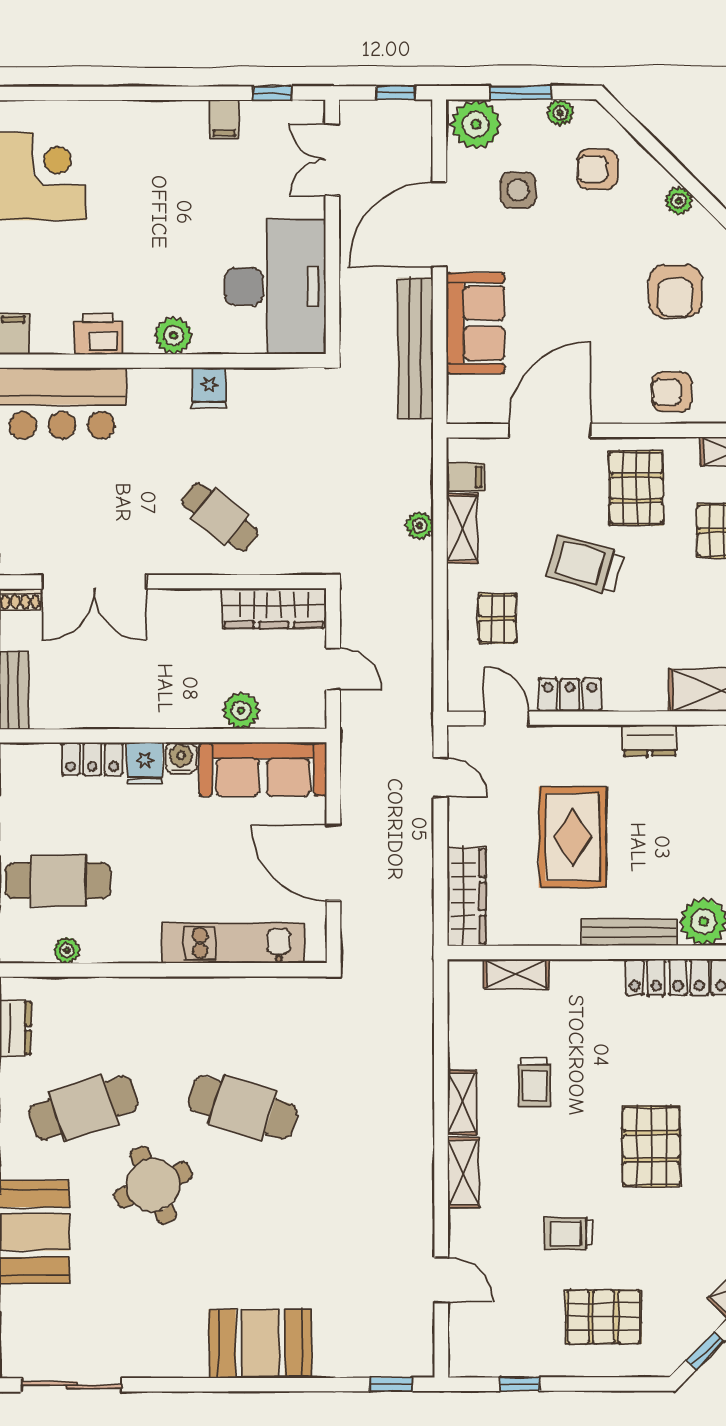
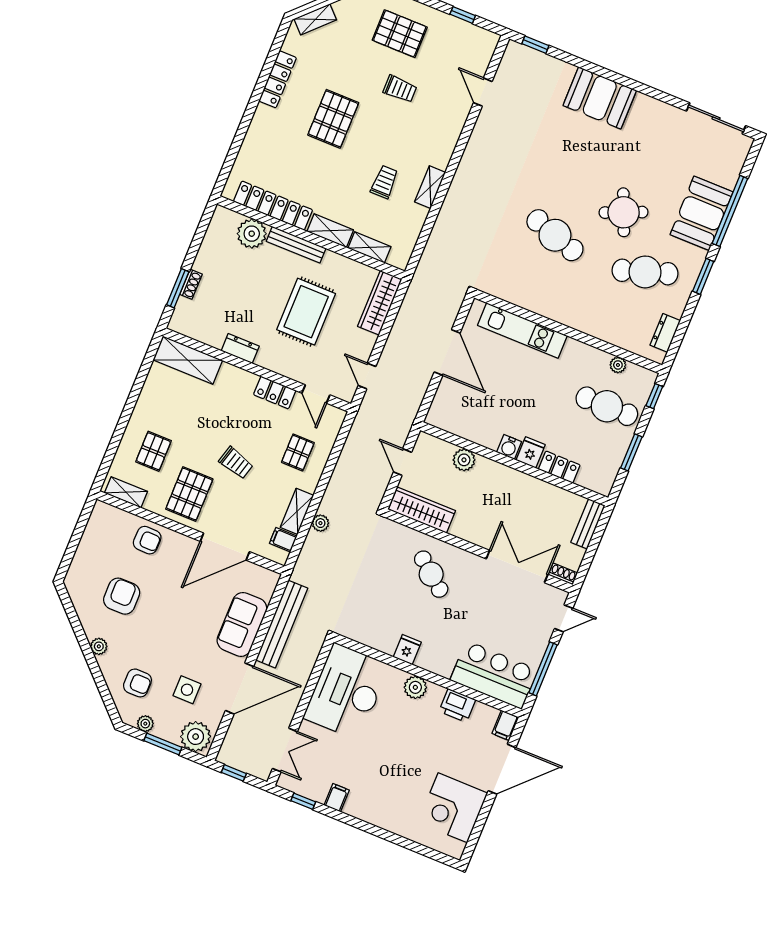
trolley: (585, 564) -> (236, 463), width x0.73, depth x0.72
sofa: (263, 769) -> (465, 422), removed
shelving: (463, 1173) -> (330, 231), moved, turned 90

